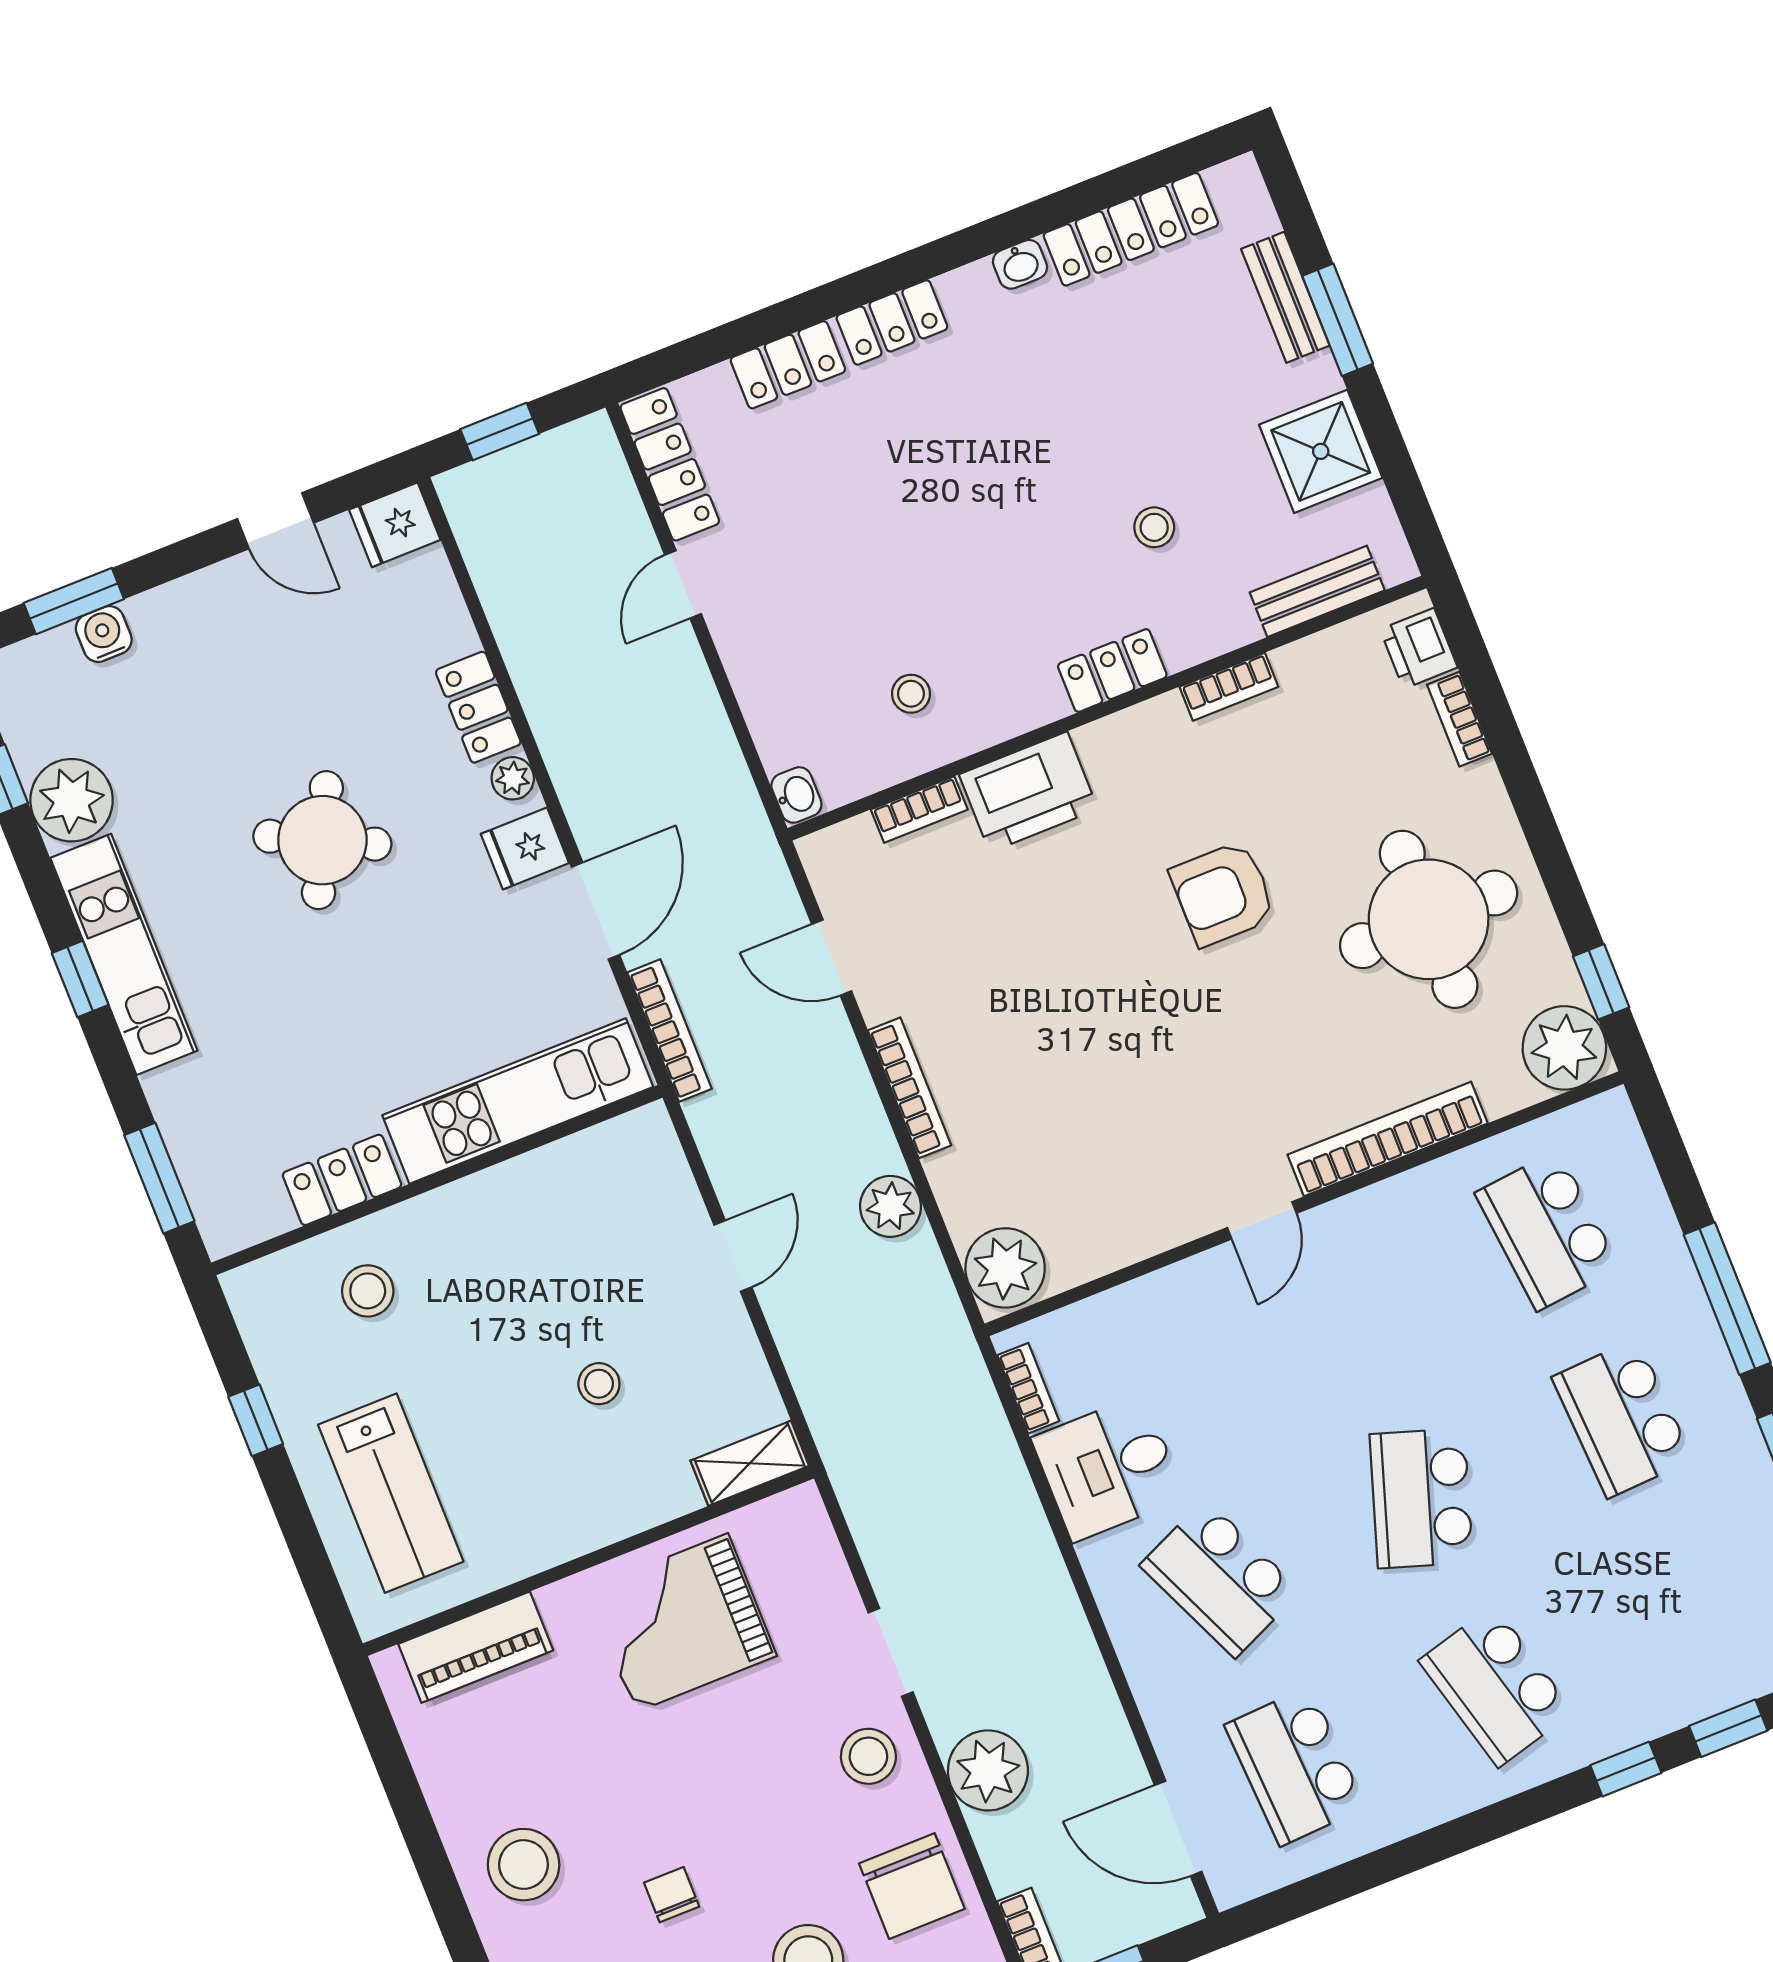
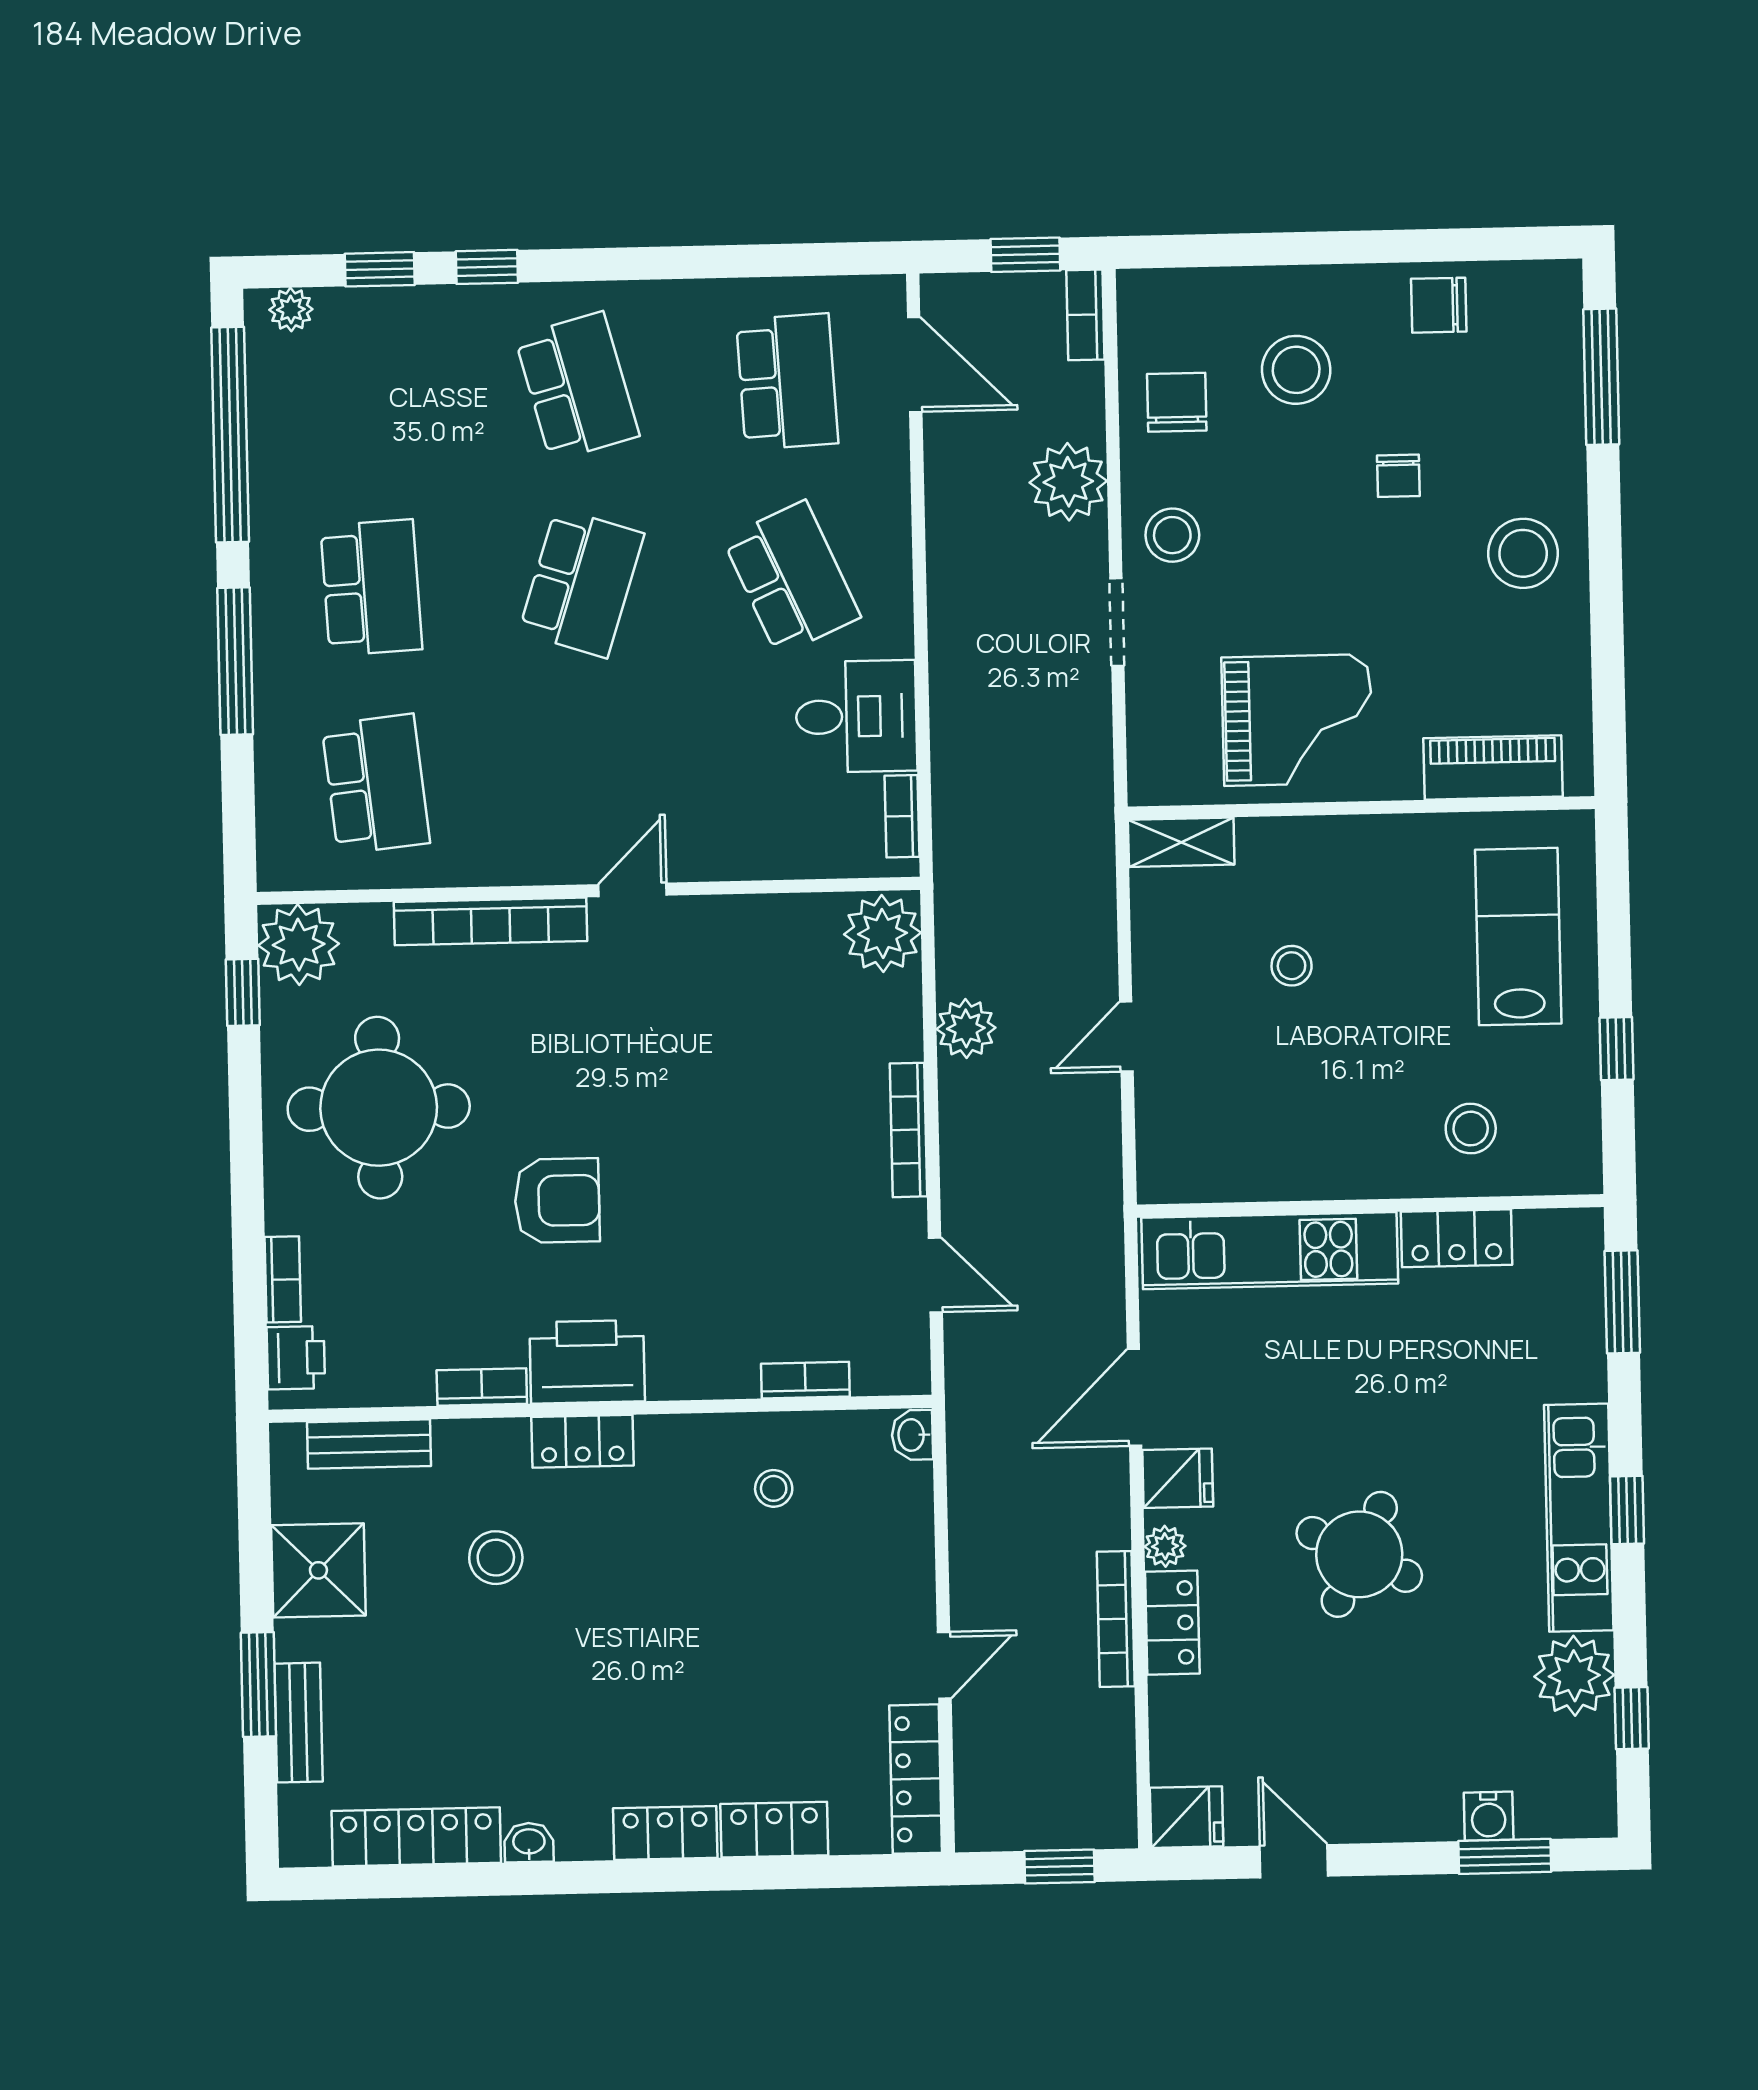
stool: (1154, 527) -> (496, 1558), width x1.37, depth x1.37
printer: (1028, 792) -> (587, 1362), moved
bookcase: (670, 1031) -> (1116, 1619), moved
chair: (912, 1886) -> (1177, 402), width x0.73, depth x0.73

